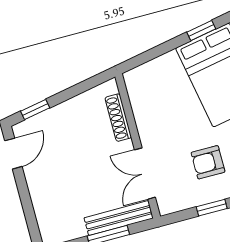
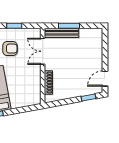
double door: (145, 174) -> (43, 51), swing flipped

